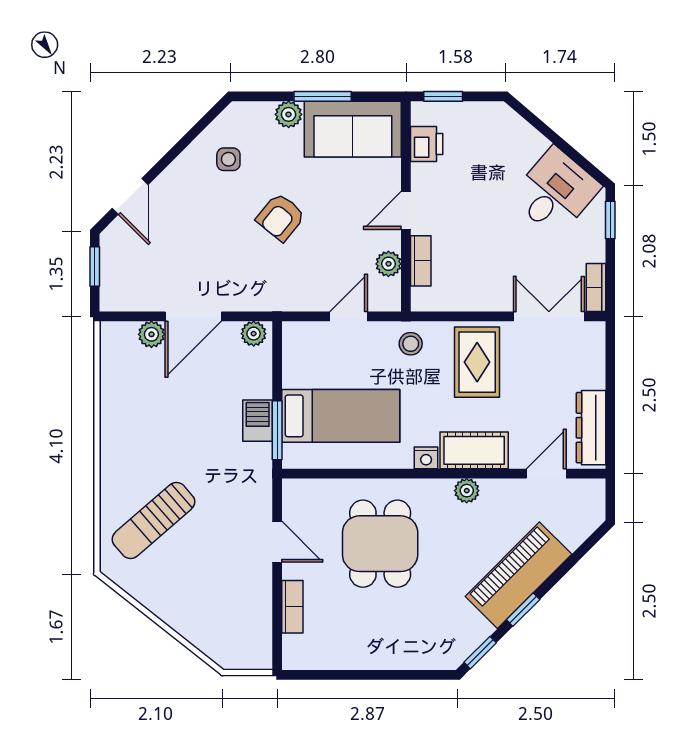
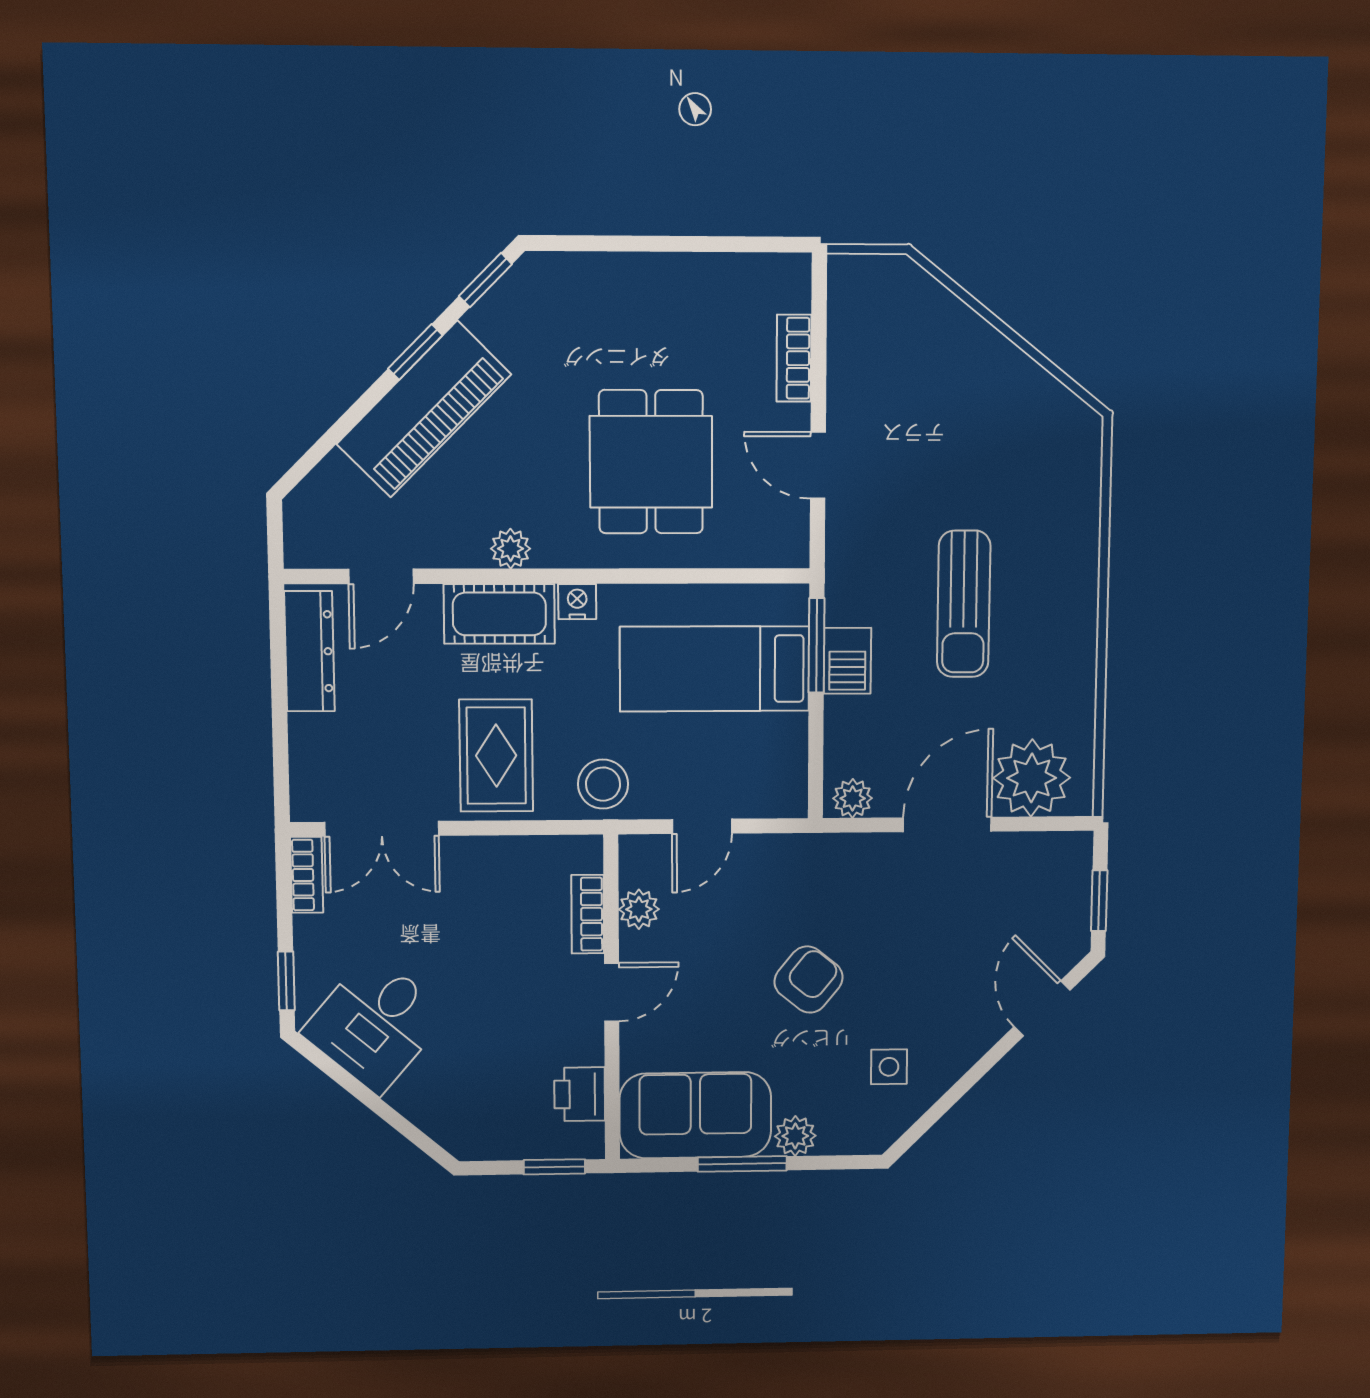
plant: (151, 334) -> (1032, 778), width x1.87, depth x1.87
stool: (411, 344) -> (603, 784), width x1.37, depth x1.37
sun lounger: (153, 520) -> (964, 604), moved, turned 131

